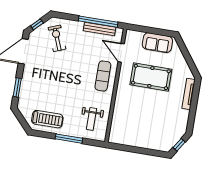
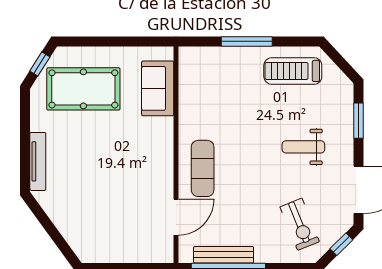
sofa: (157, 43) -> (158, 88), moved, turned -90
door: (121, 53) -> (176, 217), hinge flipped
pool table: (151, 77) -> (83, 89), moved
weight bench: (92, 119) -> (303, 147), moved, turned -90

